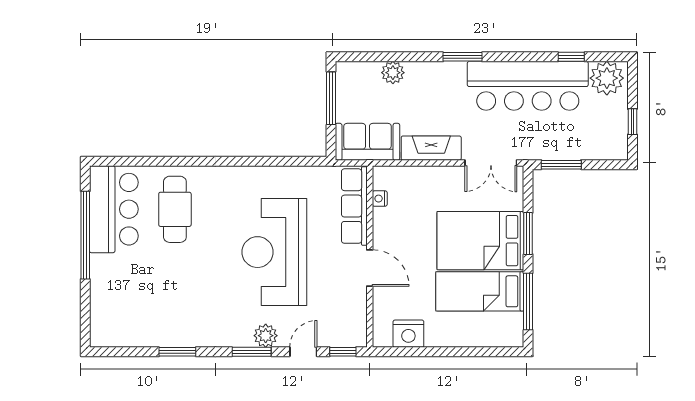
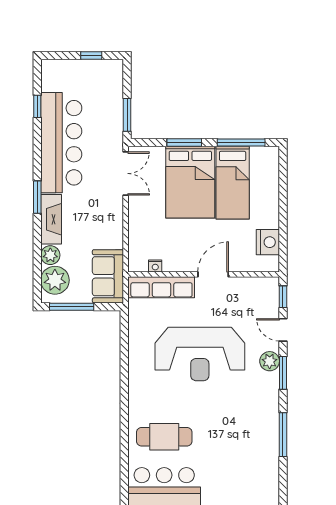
plant: (607, 78) -> (55, 280), moved
fireplace: (431, 148) -> (51, 219), moved, turned 180
window: (177, 352) -> (283, 435), width x1.44

